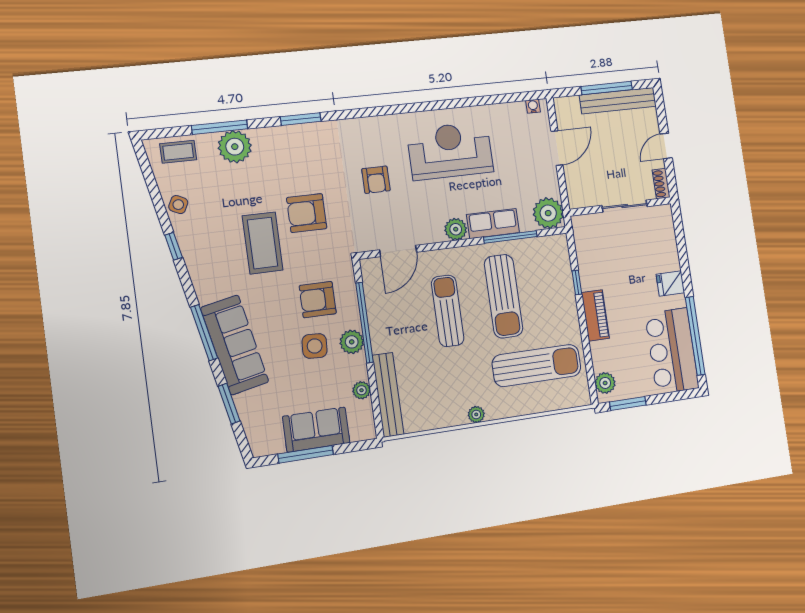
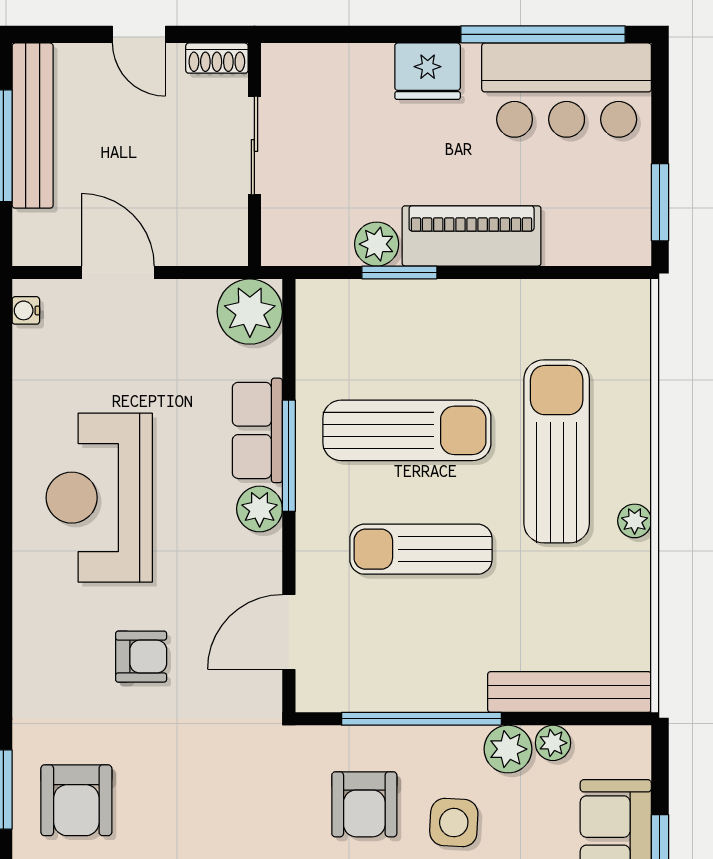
armchair: (307, 213) -> (76, 800), moved
window: (510, 237) -> (289, 456), moved
door: (398, 251) -> (289, 632), swing flipped
window: (577, 283) -> (399, 273), width x1.50
fridge: (670, 284) -> (428, 71), width x1.38
piano: (595, 315) -> (472, 236), width x1.37, depth x1.33
plant: (352, 342) -> (508, 749), moved
sun lounger: (537, 366) -> (557, 451), moved
plant: (605, 383) -> (377, 244), moved

